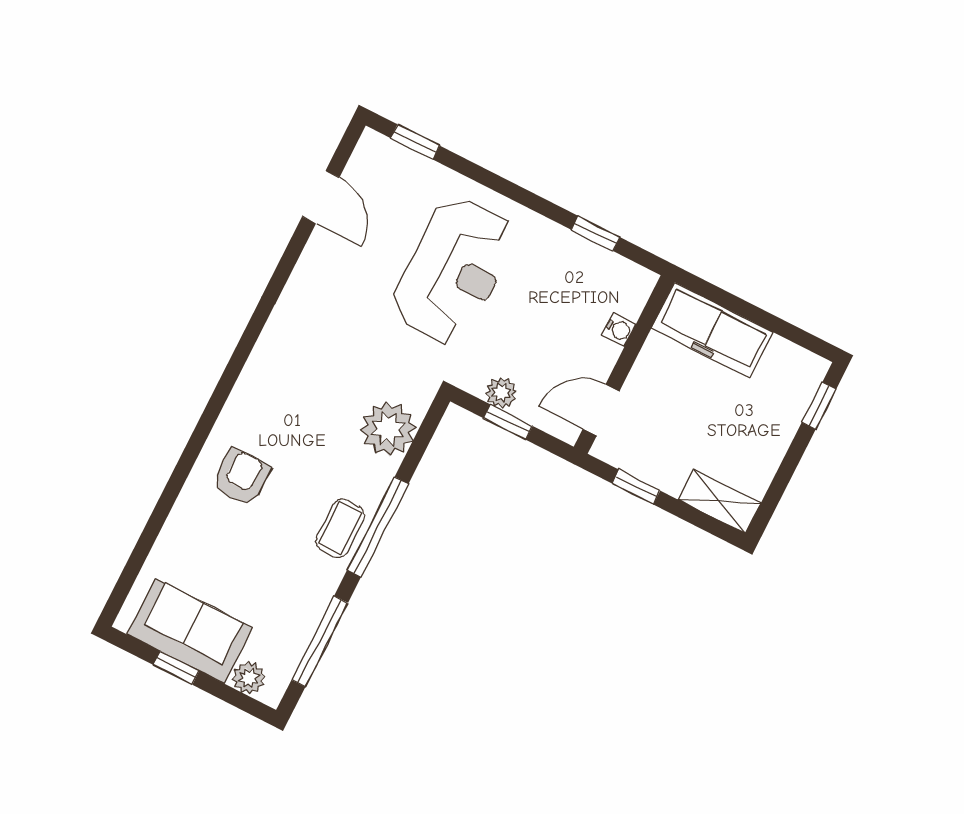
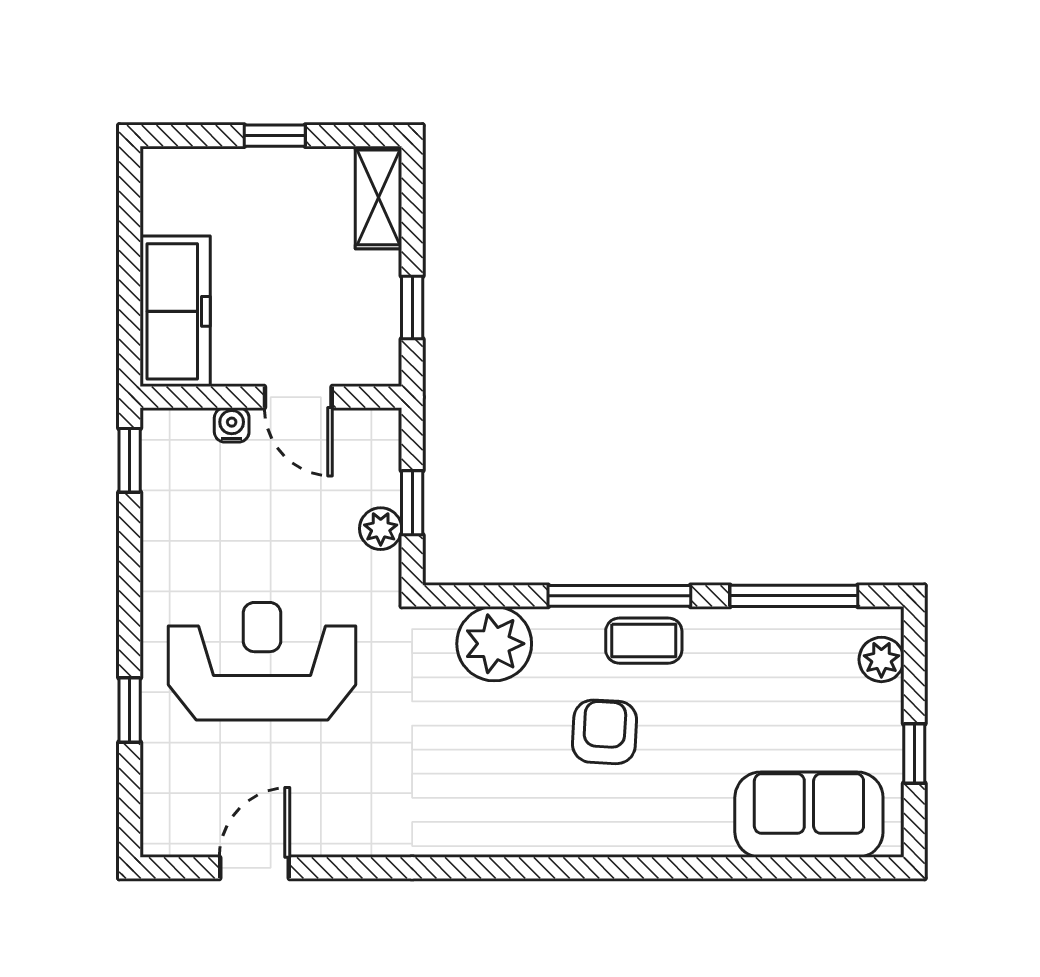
window: (415, 142) -> (130, 710), moved
window: (595, 233) -> (130, 460), moved
window: (819, 406) -> (275, 136), moved
door: (601, 410) -> (298, 397), moved
armchair: (241, 477) -> (605, 732), moved, turned 93
sofa: (190, 631) -> (809, 815), moved, turned 90

